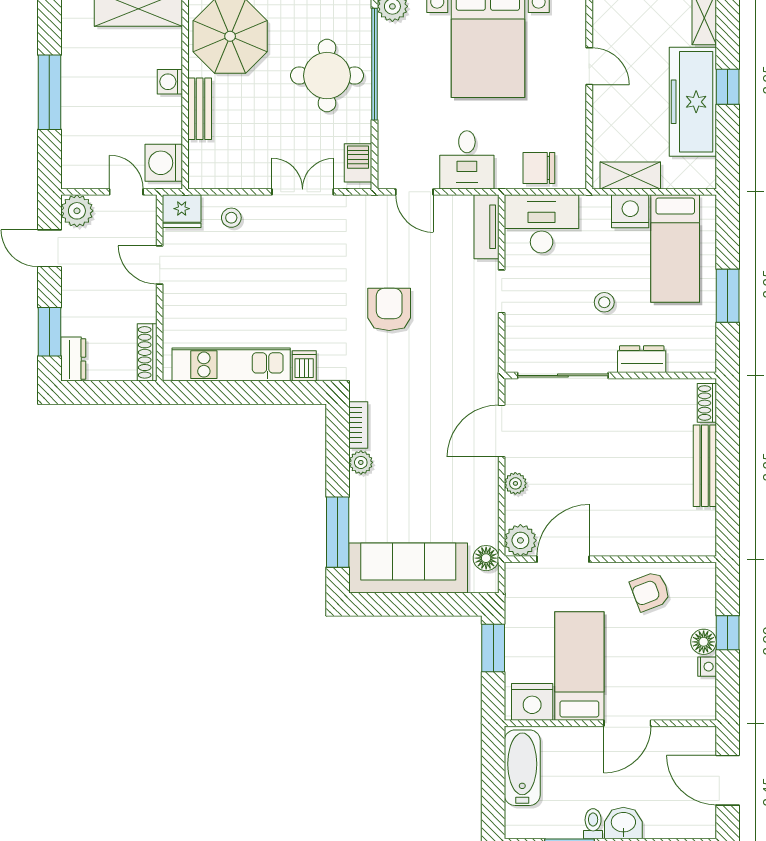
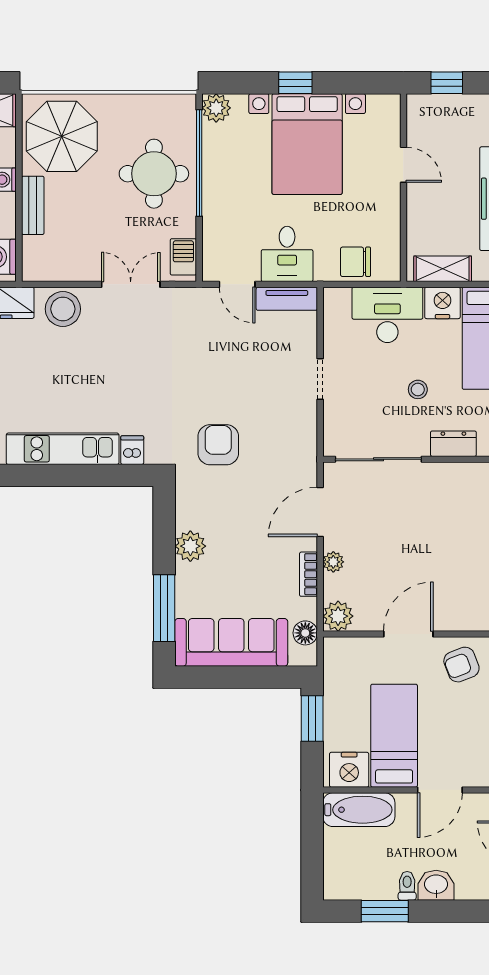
stool: (231, 218) -> (63, 309), width x1.89, depth x1.89
desk: (542, 224) -> (387, 315), moved
tv unit: (486, 227) -> (287, 299), moved, turned -90
armchair: (389, 309) -> (218, 445), moved
bookcase: (358, 425) -> (308, 574), moved, turned 180
plant: (361, 462) -> (190, 546), width x1.38, depth x1.38
door: (563, 559) -> (408, 634), moved
bathtub: (522, 768) -> (359, 810), moved, turned 90

